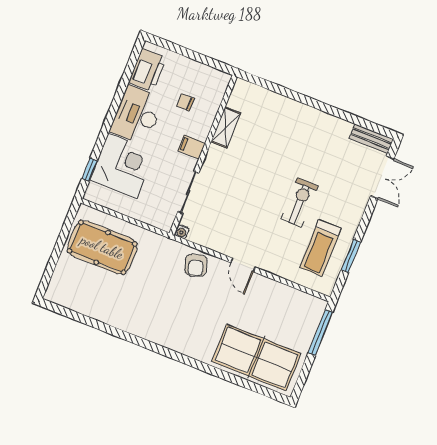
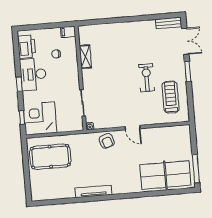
window: (110, 120) -> (19, 84), added
filing cabinet: (192, 147) -> (68, 32), moved
corner desk: (122, 166) -> (40, 118), moved, turned -90
treadmill: (320, 248) -> (171, 97), turned 180
window: (351, 256) -> (188, 72), moved
tv unit: (140, 329) -> (93, 191), added
window: (320, 332) -> (196, 169), moved

